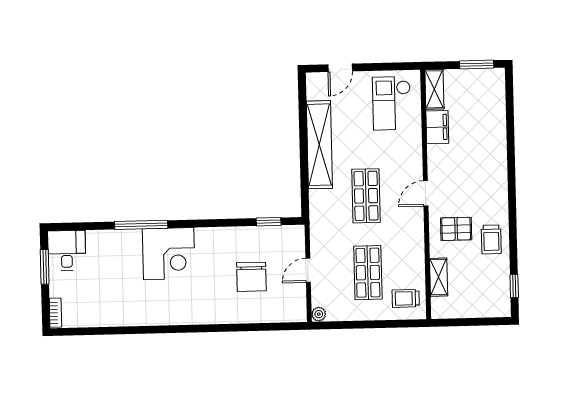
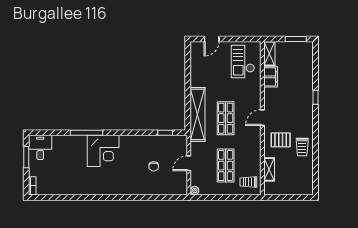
shelving: (319, 145) -> (198, 114), moved
chair: (251, 277) -> (154, 166), width x0.54, depth x0.54
window: (514, 286) -> (316, 97), moved

